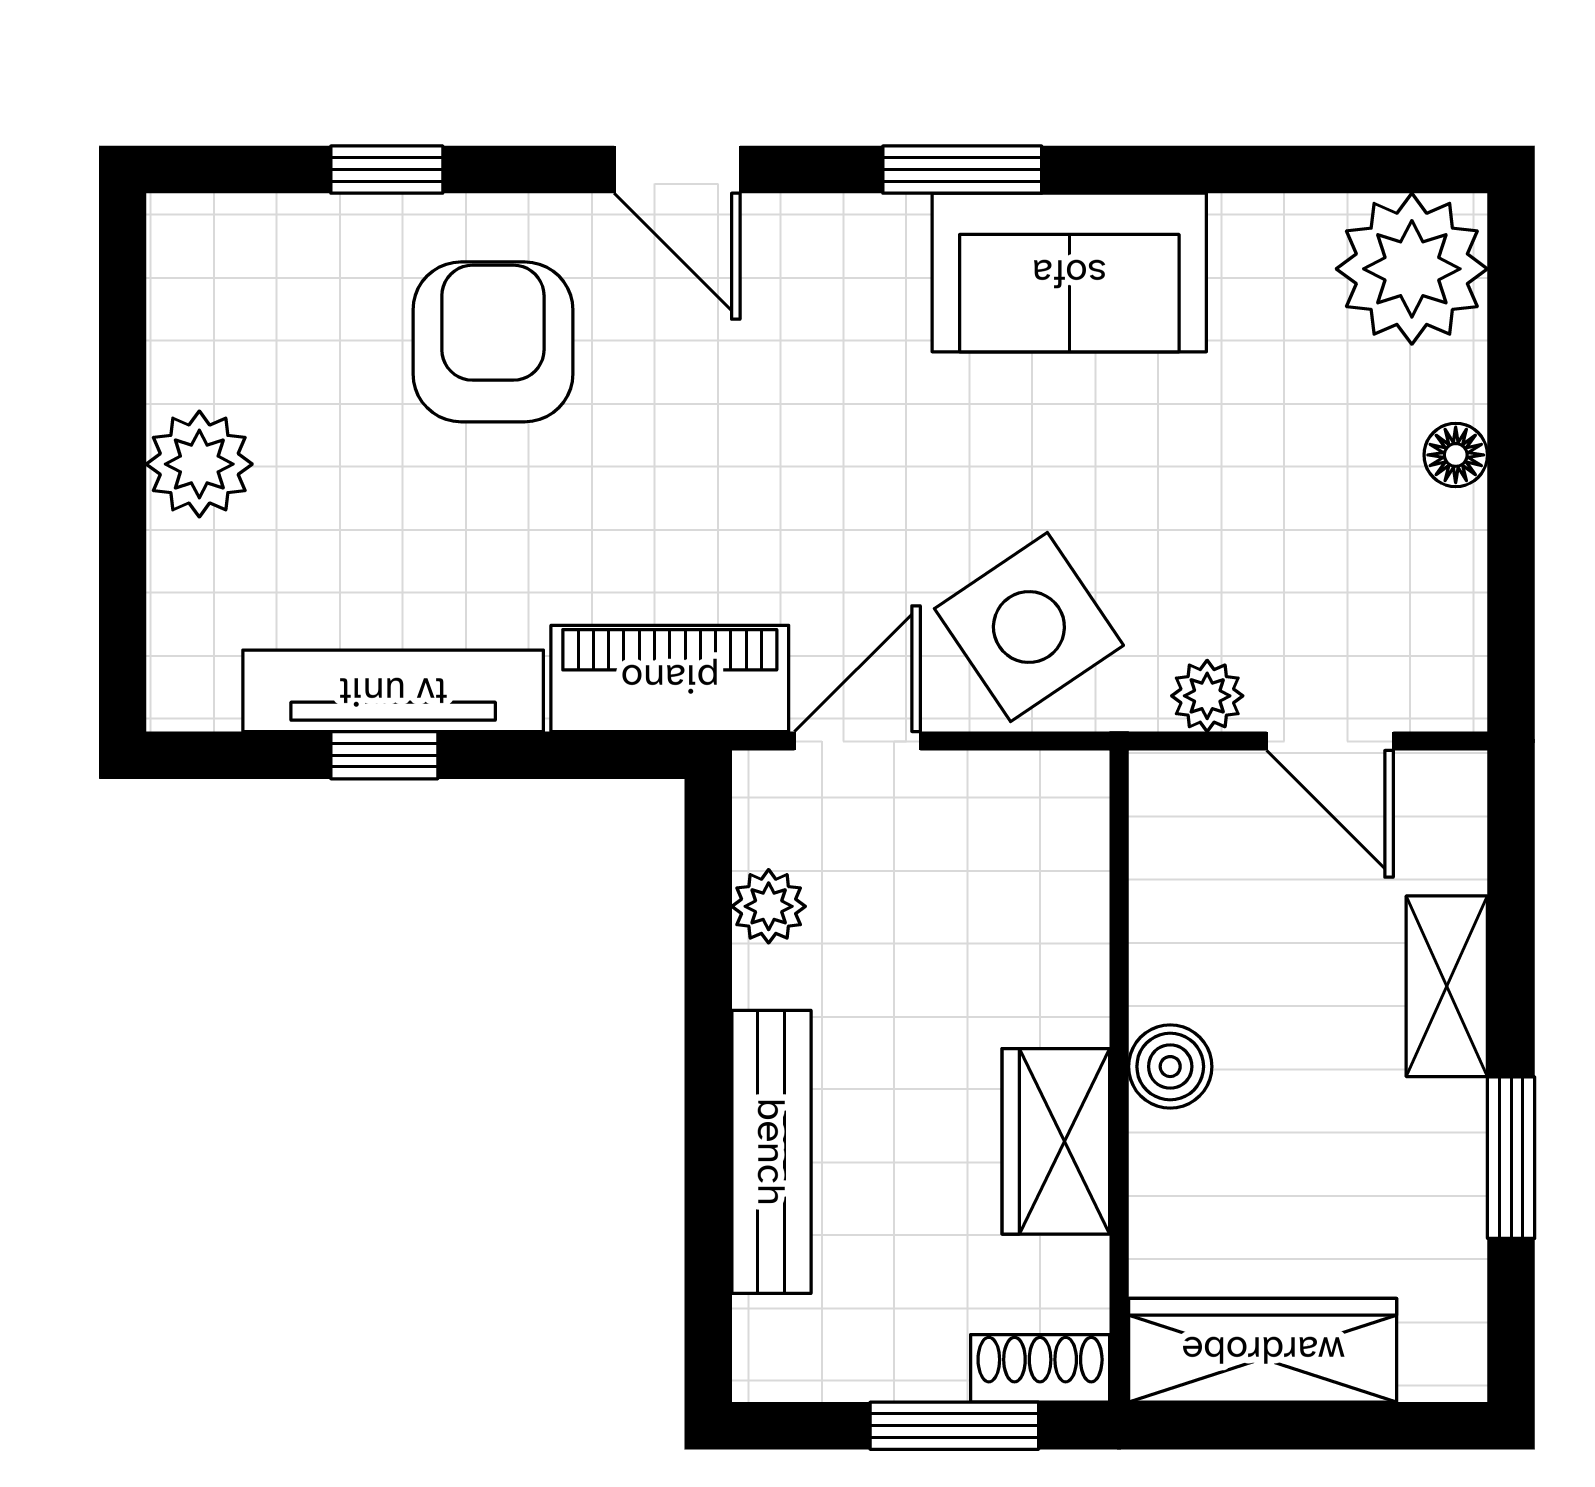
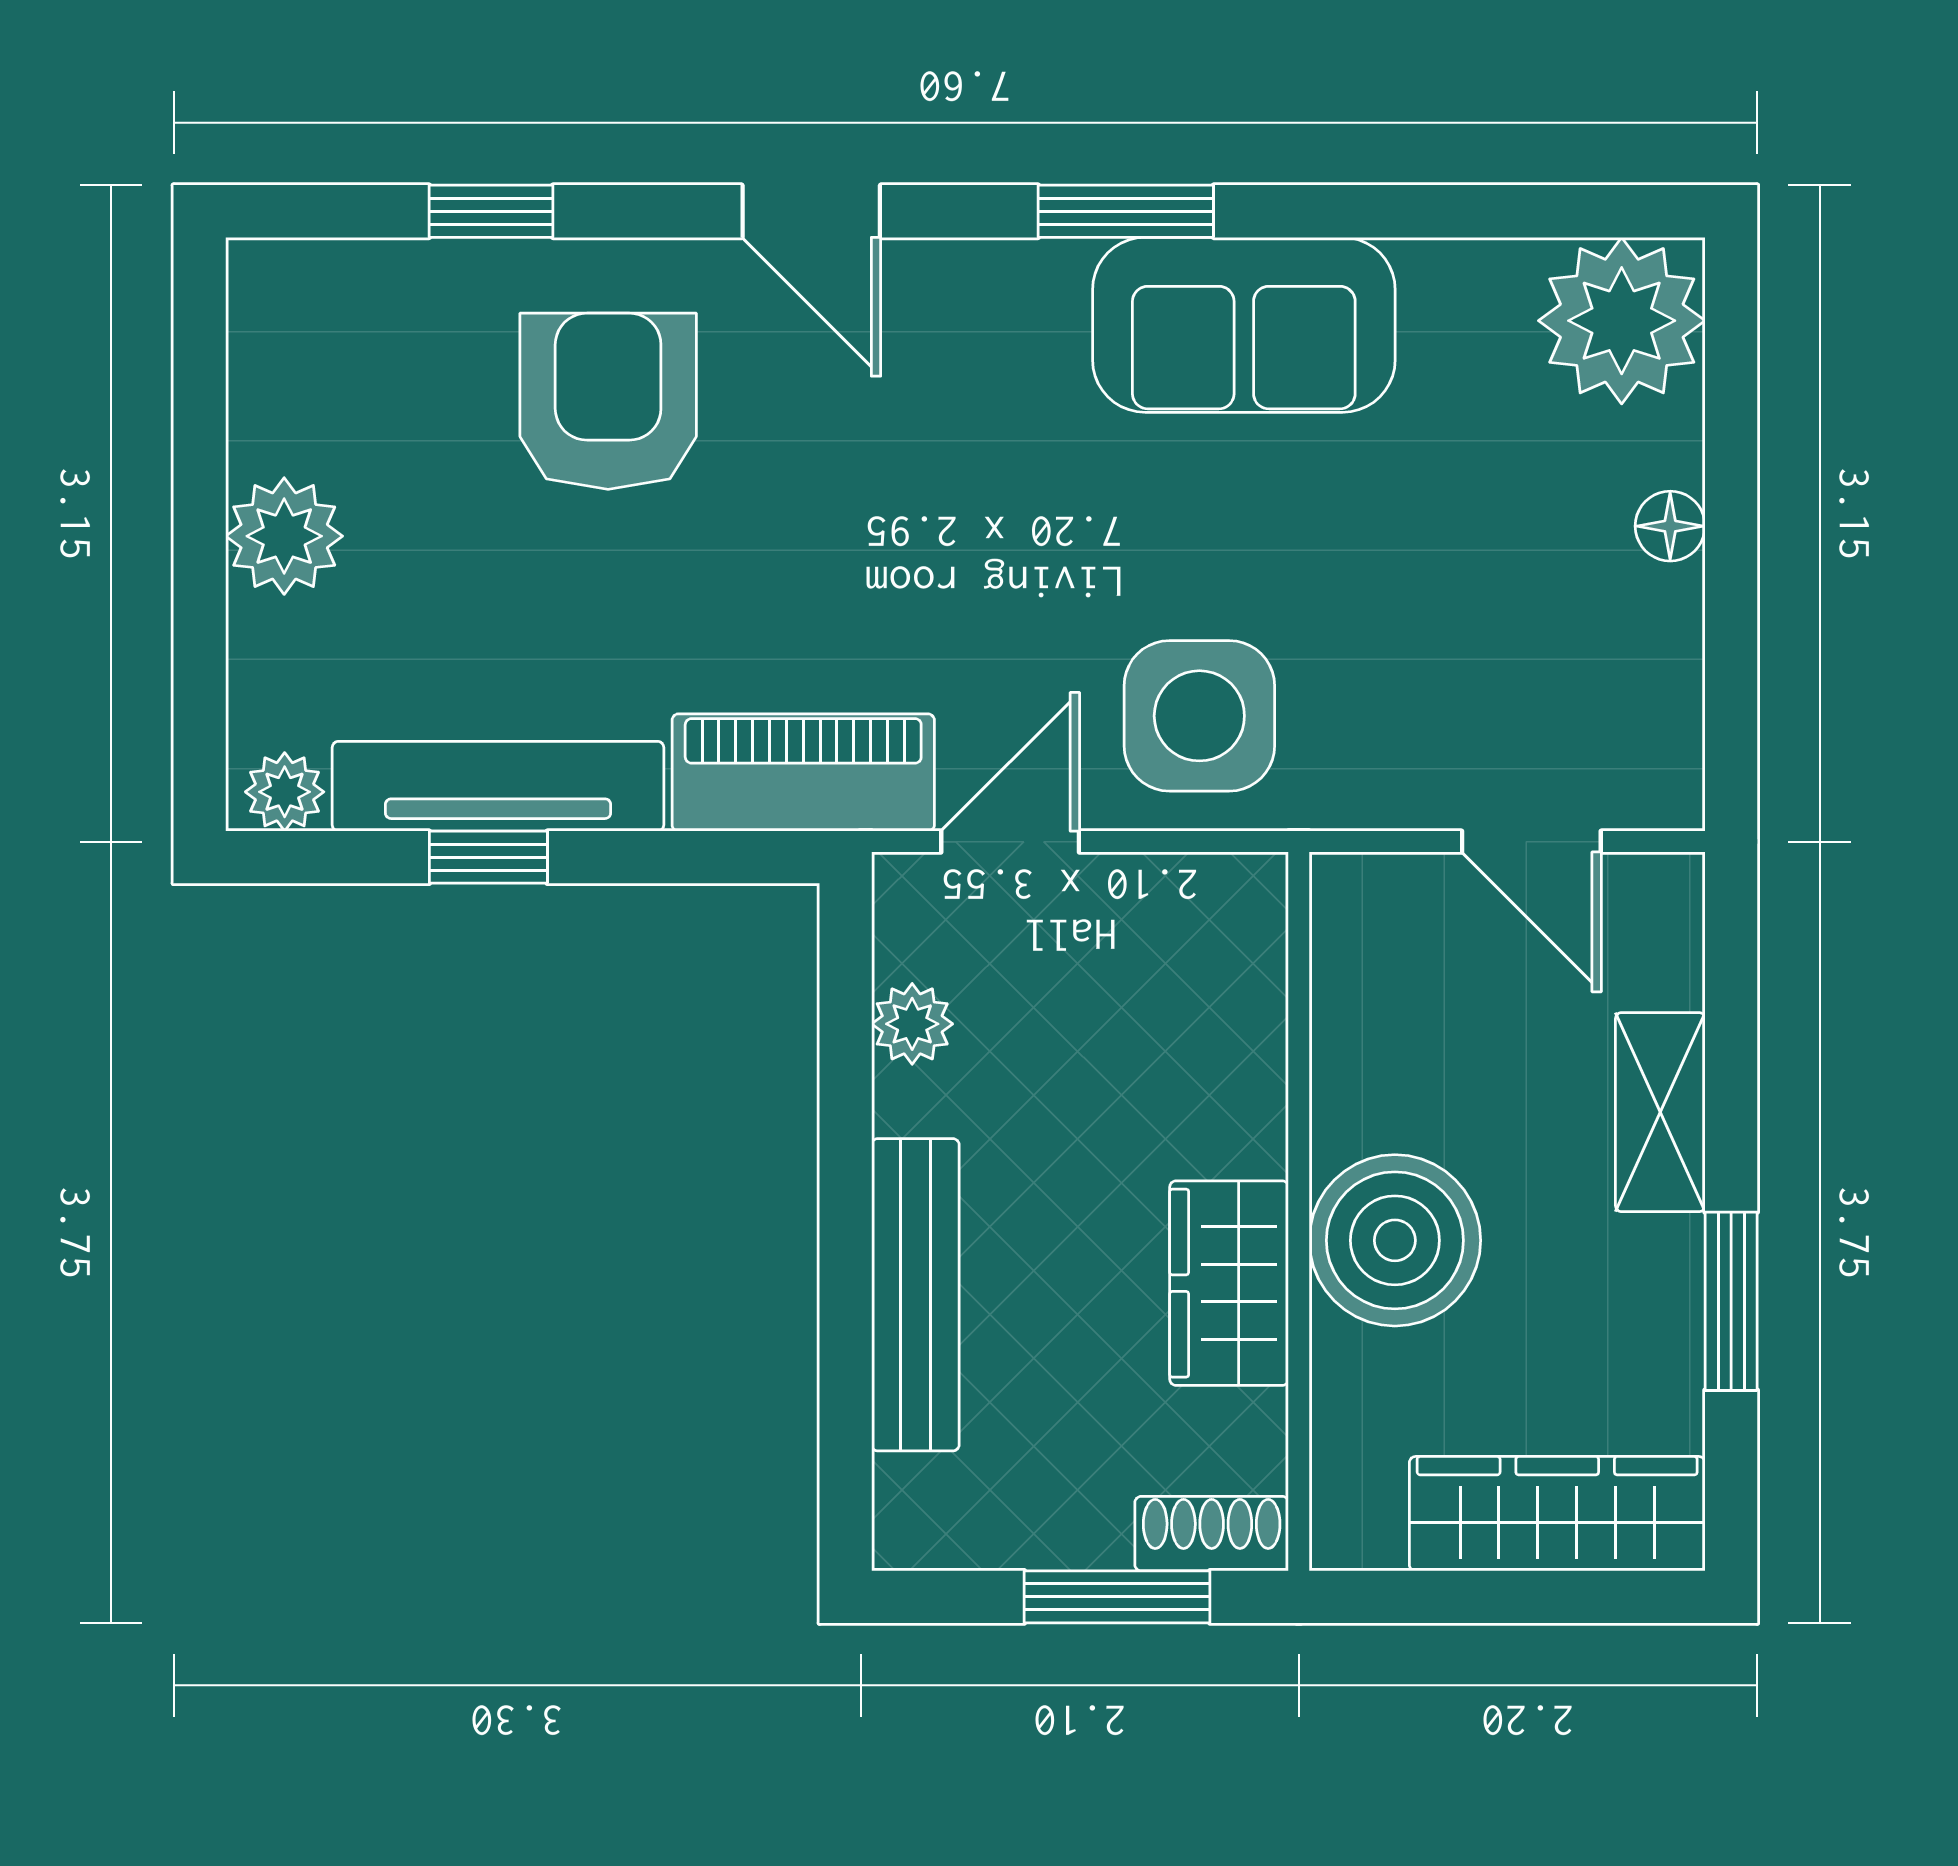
side table: (1029, 627) -> (1199, 716), turned 34
plant: (1207, 696) -> (285, 792), moved
boiler: (1170, 1067) -> (1395, 1240), width x1.86, depth x1.86
wardrobe: (1263, 1350) -> (1557, 1514), moved

